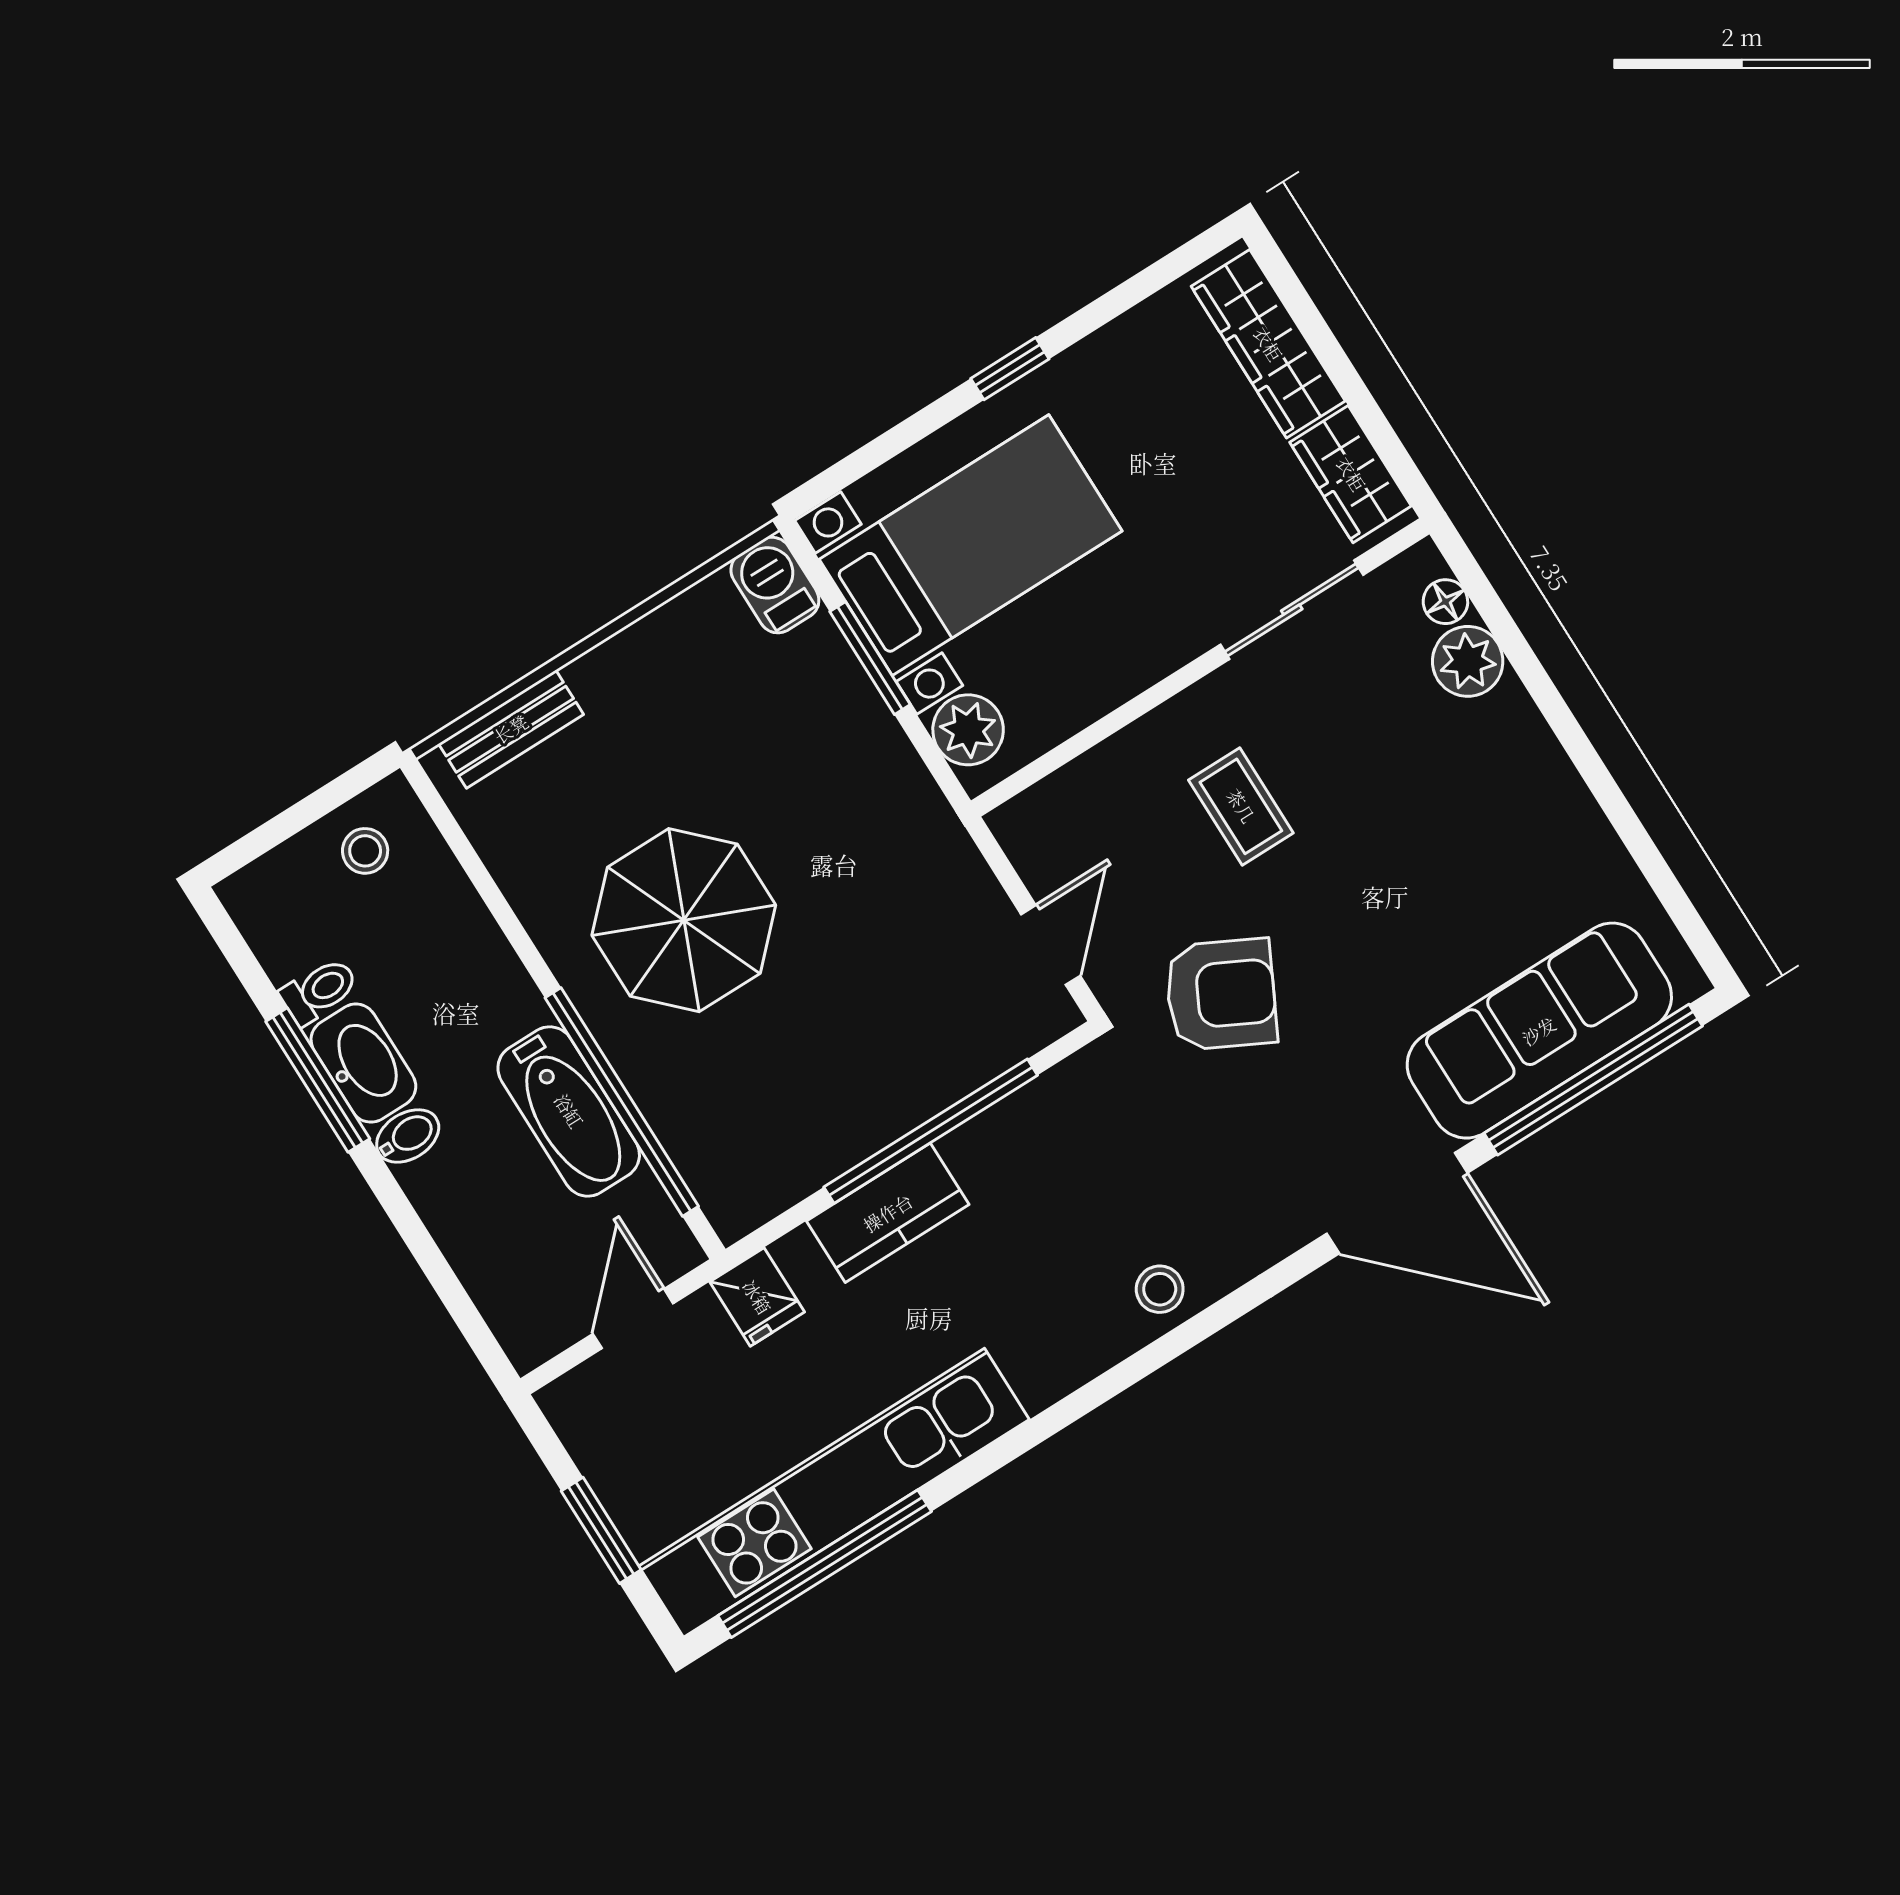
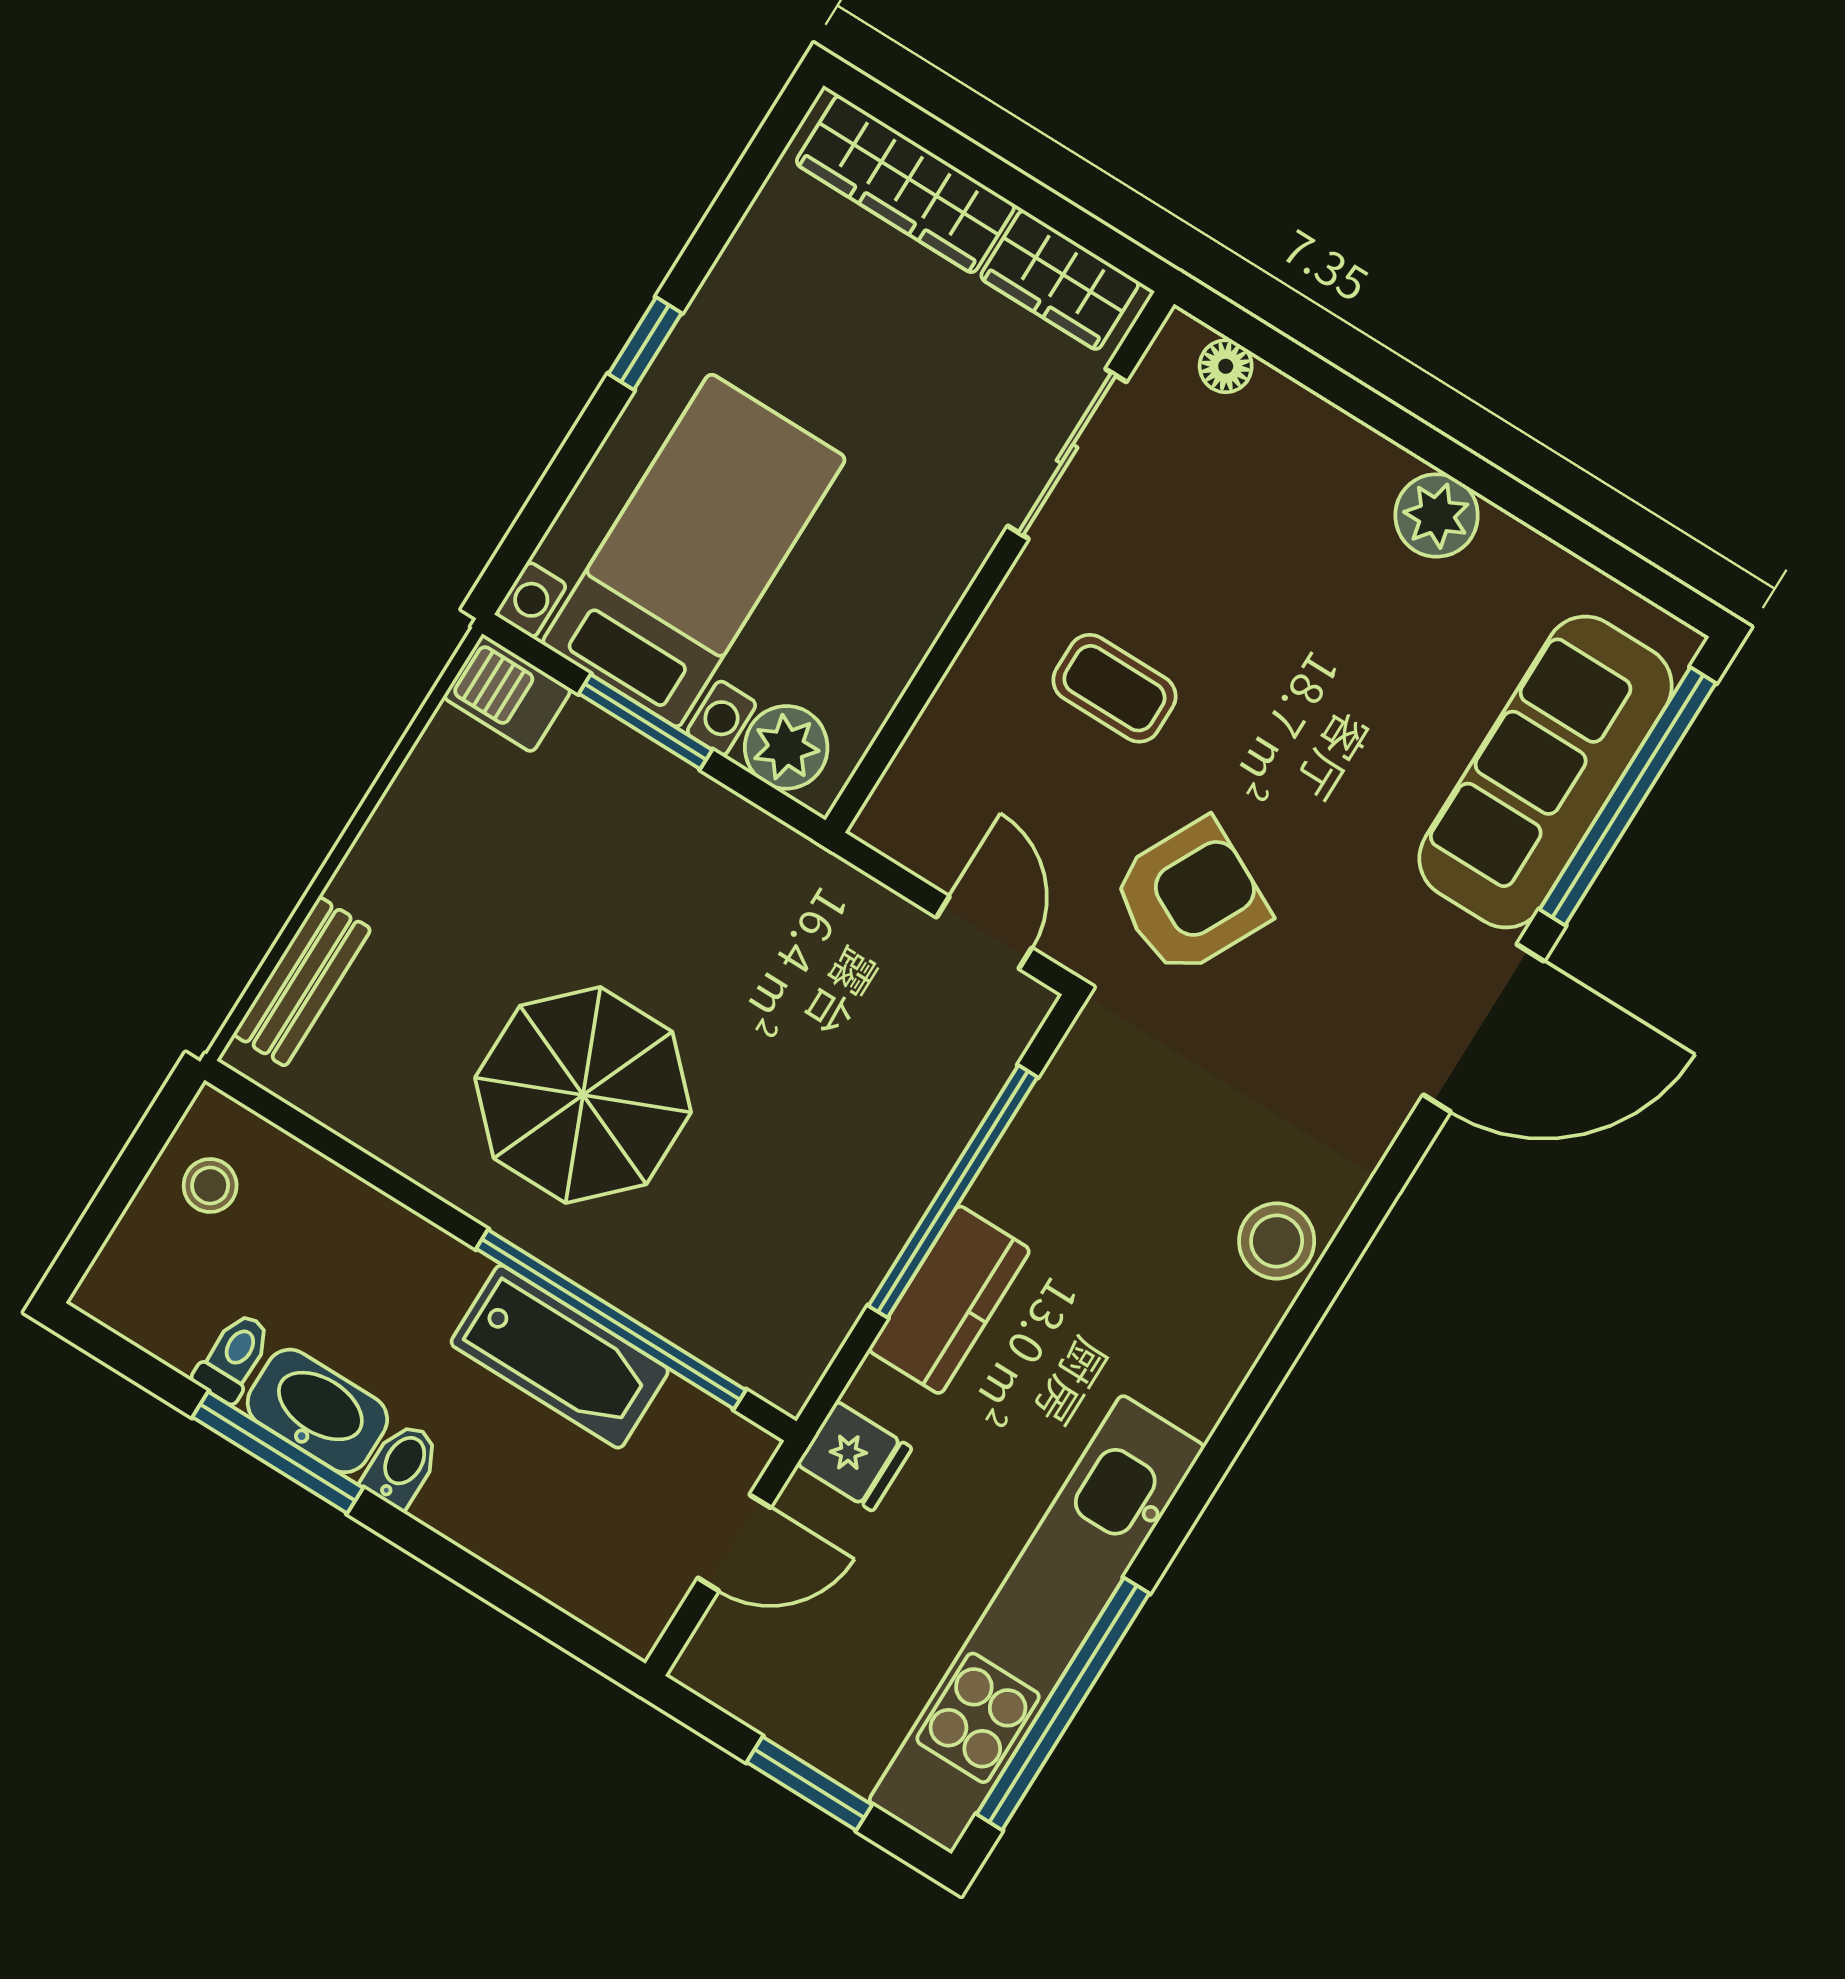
plant: (1468, 661) -> (1437, 515), moved
stool: (1160, 1289) -> (1277, 1241), width x1.37, depth x1.37
door: (633, 1319) -> (734, 1543), swing flipped

